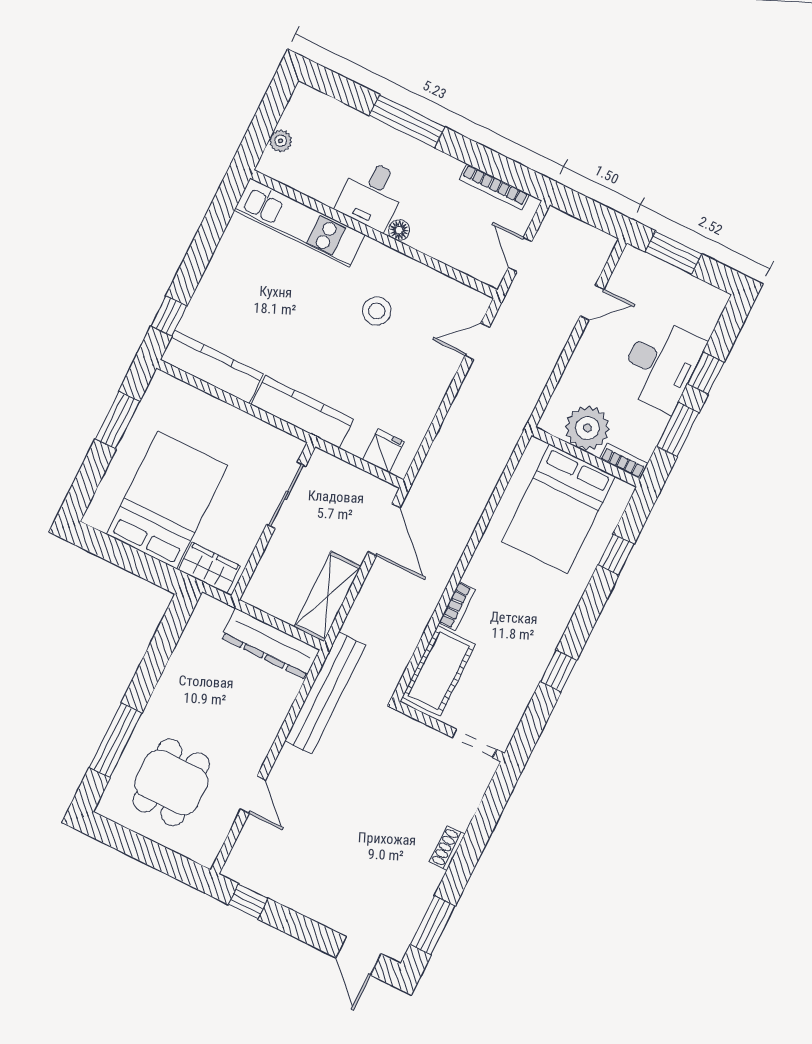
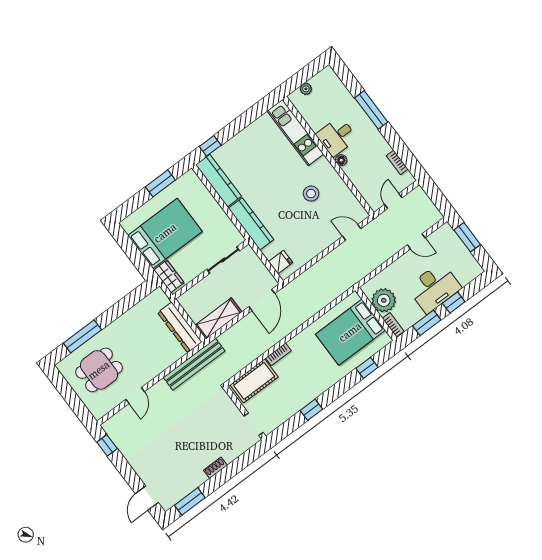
bookcase: (494, 187) -> (397, 162), width x0.64

